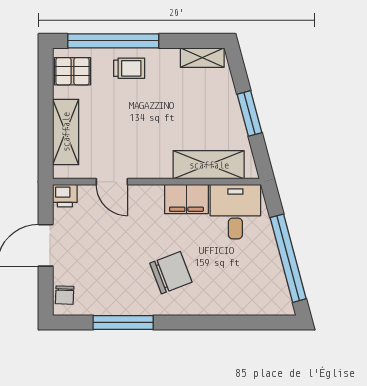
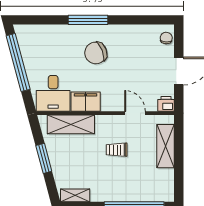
trolley: (129, 68) -> (117, 150), moved
pallet: (72, 71) -> (161, 186), removed
window: (123, 322) -> (88, 20), moved

